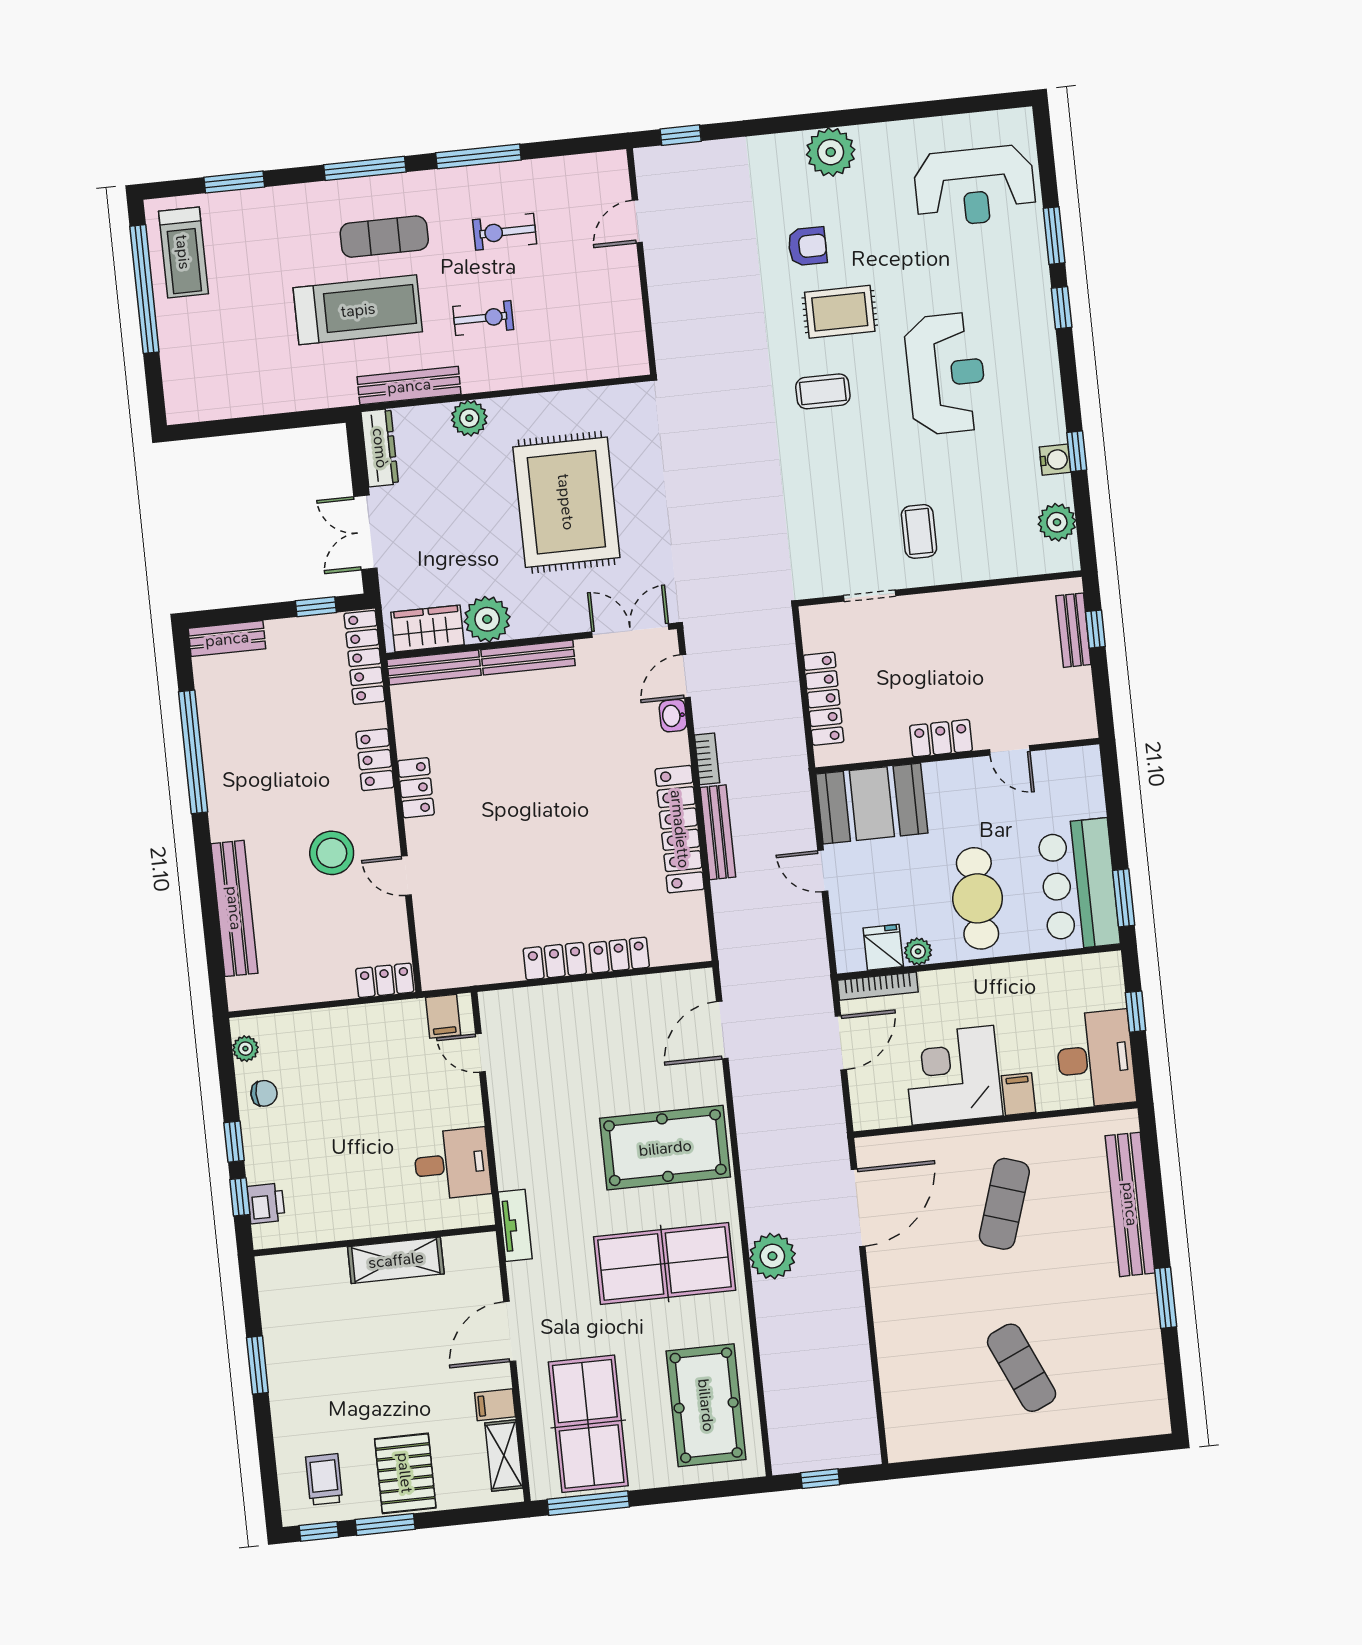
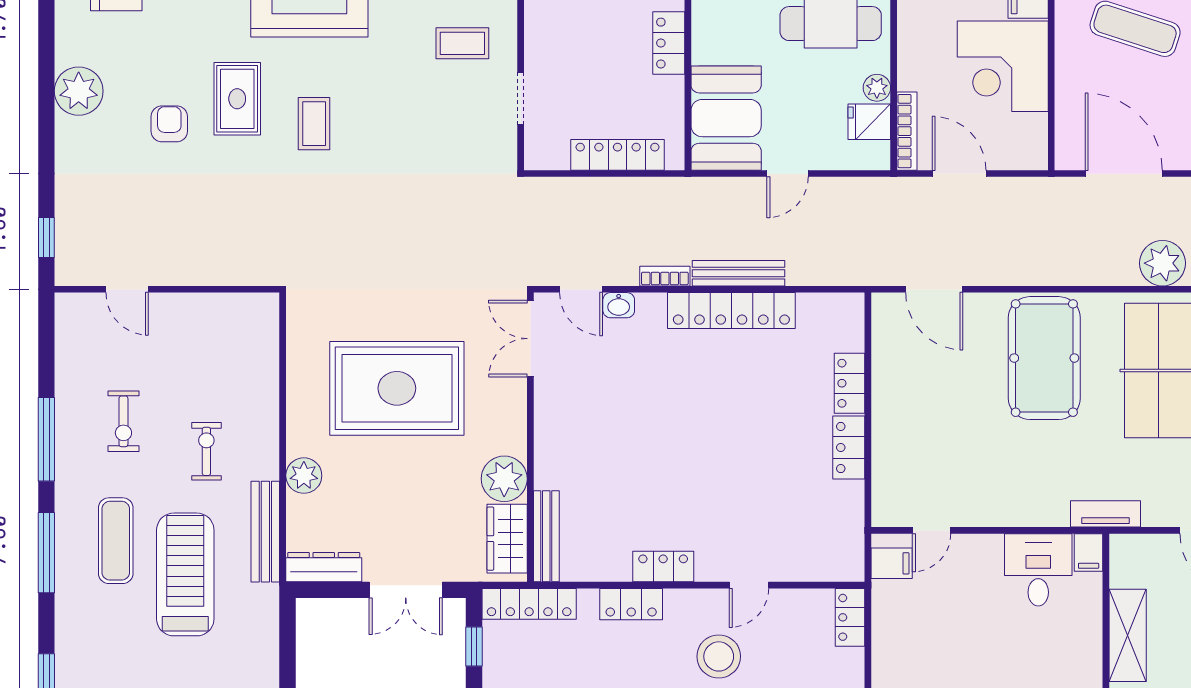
bench: (528, 658) -> (546, 442), removed
filing cabinet: (475, 1212) -> (1089, 553), added

